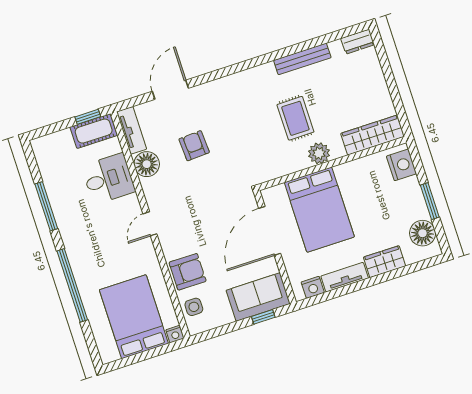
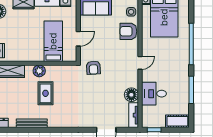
cot: (94, 131) -> (177, 121), moved
armchair: (194, 146) -> (93, 68), moved
bed: (319, 210) -> (53, 41), width x0.67
door: (270, 231) -> (78, 39), width x0.53

